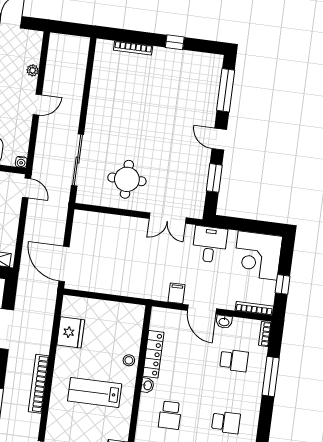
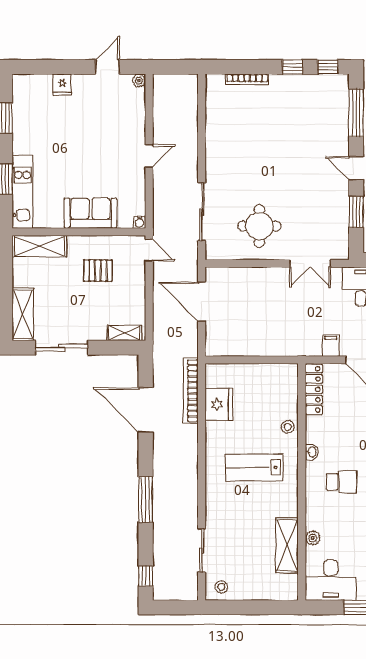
window: (206, 46) -> (328, 67), added
plant: (33, 70) -> (139, 81), moved
door: (64, 264) -> (202, 302), moved
locker: (153, 354) -> (314, 389), moved
bookcase: (39, 384) -> (191, 391), moved
school desk: (170, 415) -> (341, 482), turned -90

